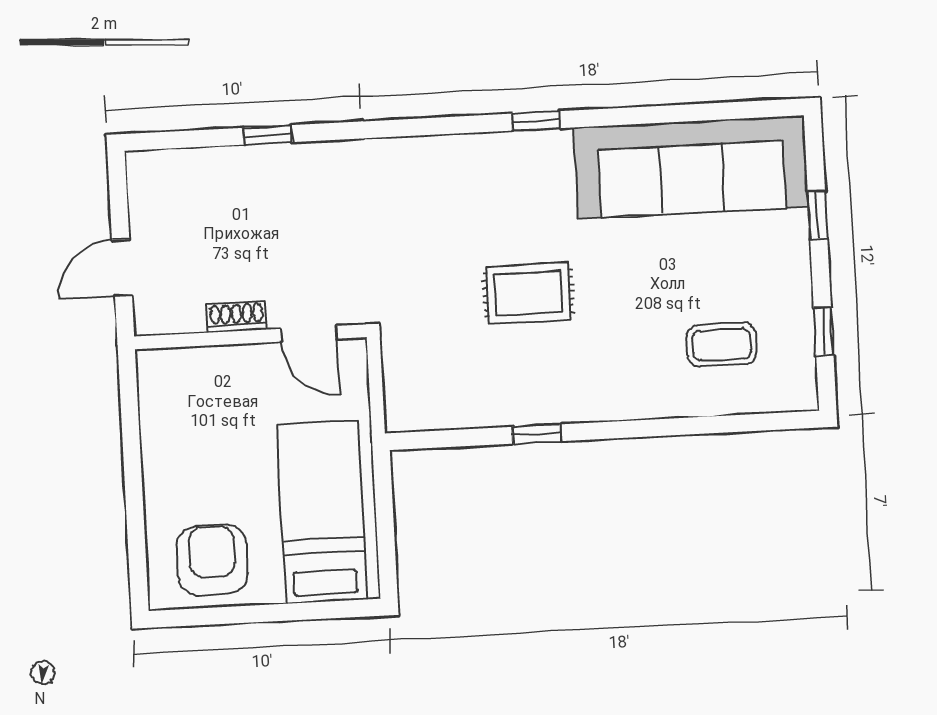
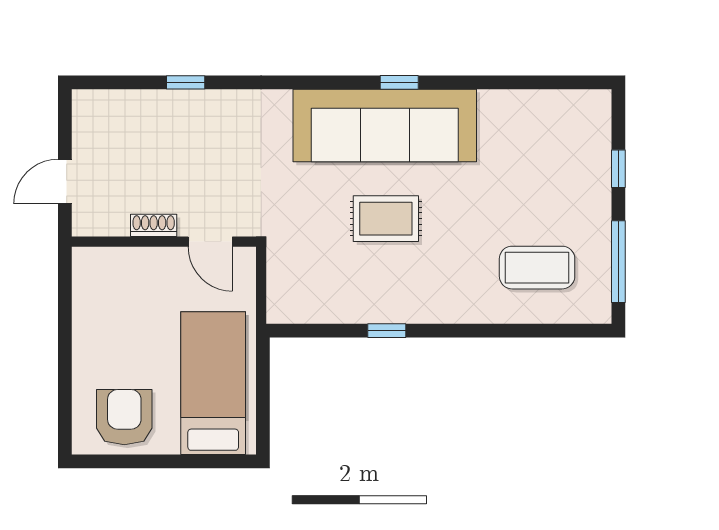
sofa: (691, 167) -> (385, 125), moved
window: (824, 332) -> (618, 262), width x2.17
coffee table: (722, 345) -> (537, 268), width x1.36, depth x1.30

